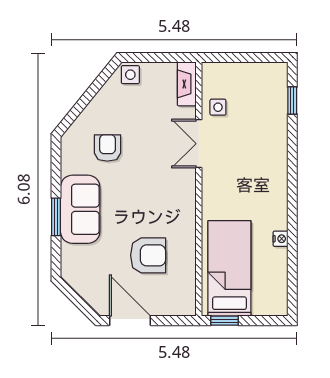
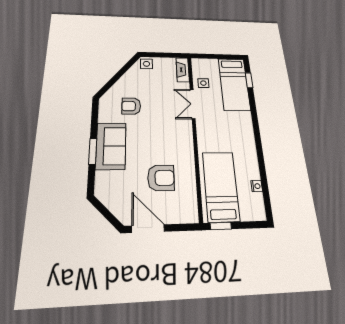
bed: (267, 108) -> (234, 84), added
armchair: (107, 148) -> (131, 106), turned -90
nightstand: (280, 239) -> (257, 186), moved

